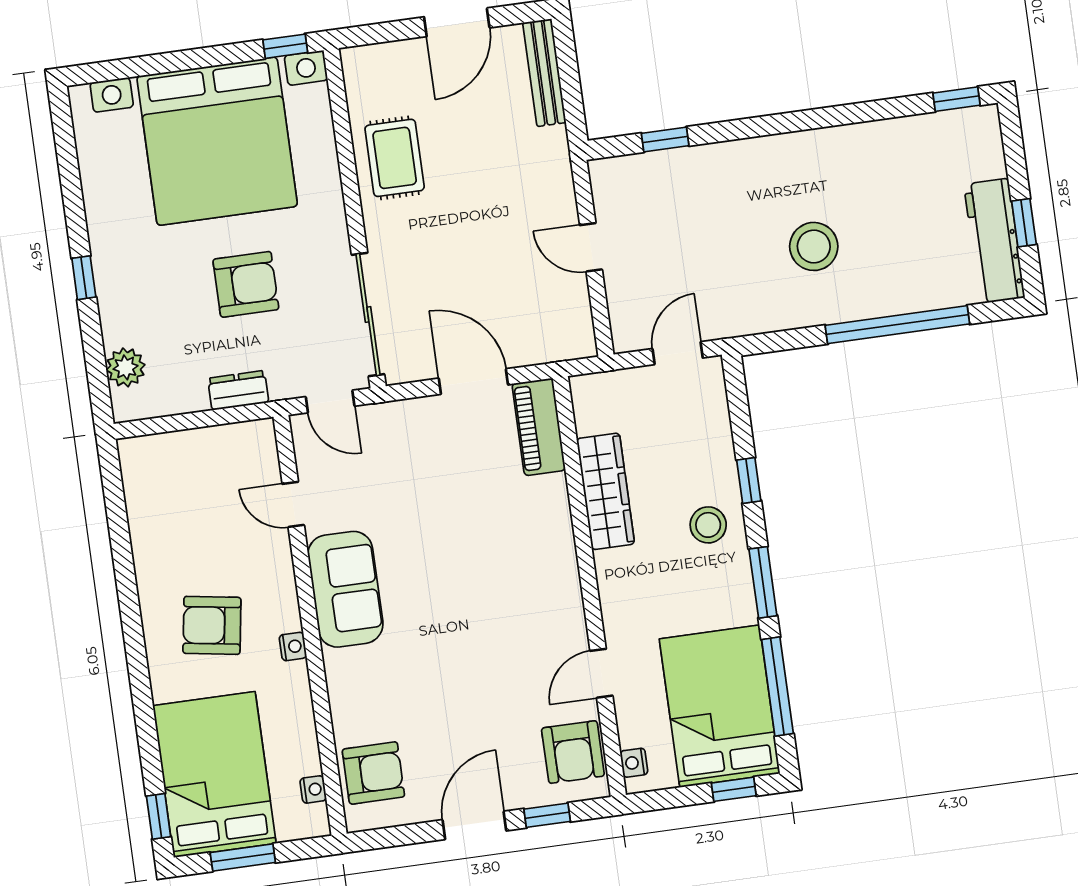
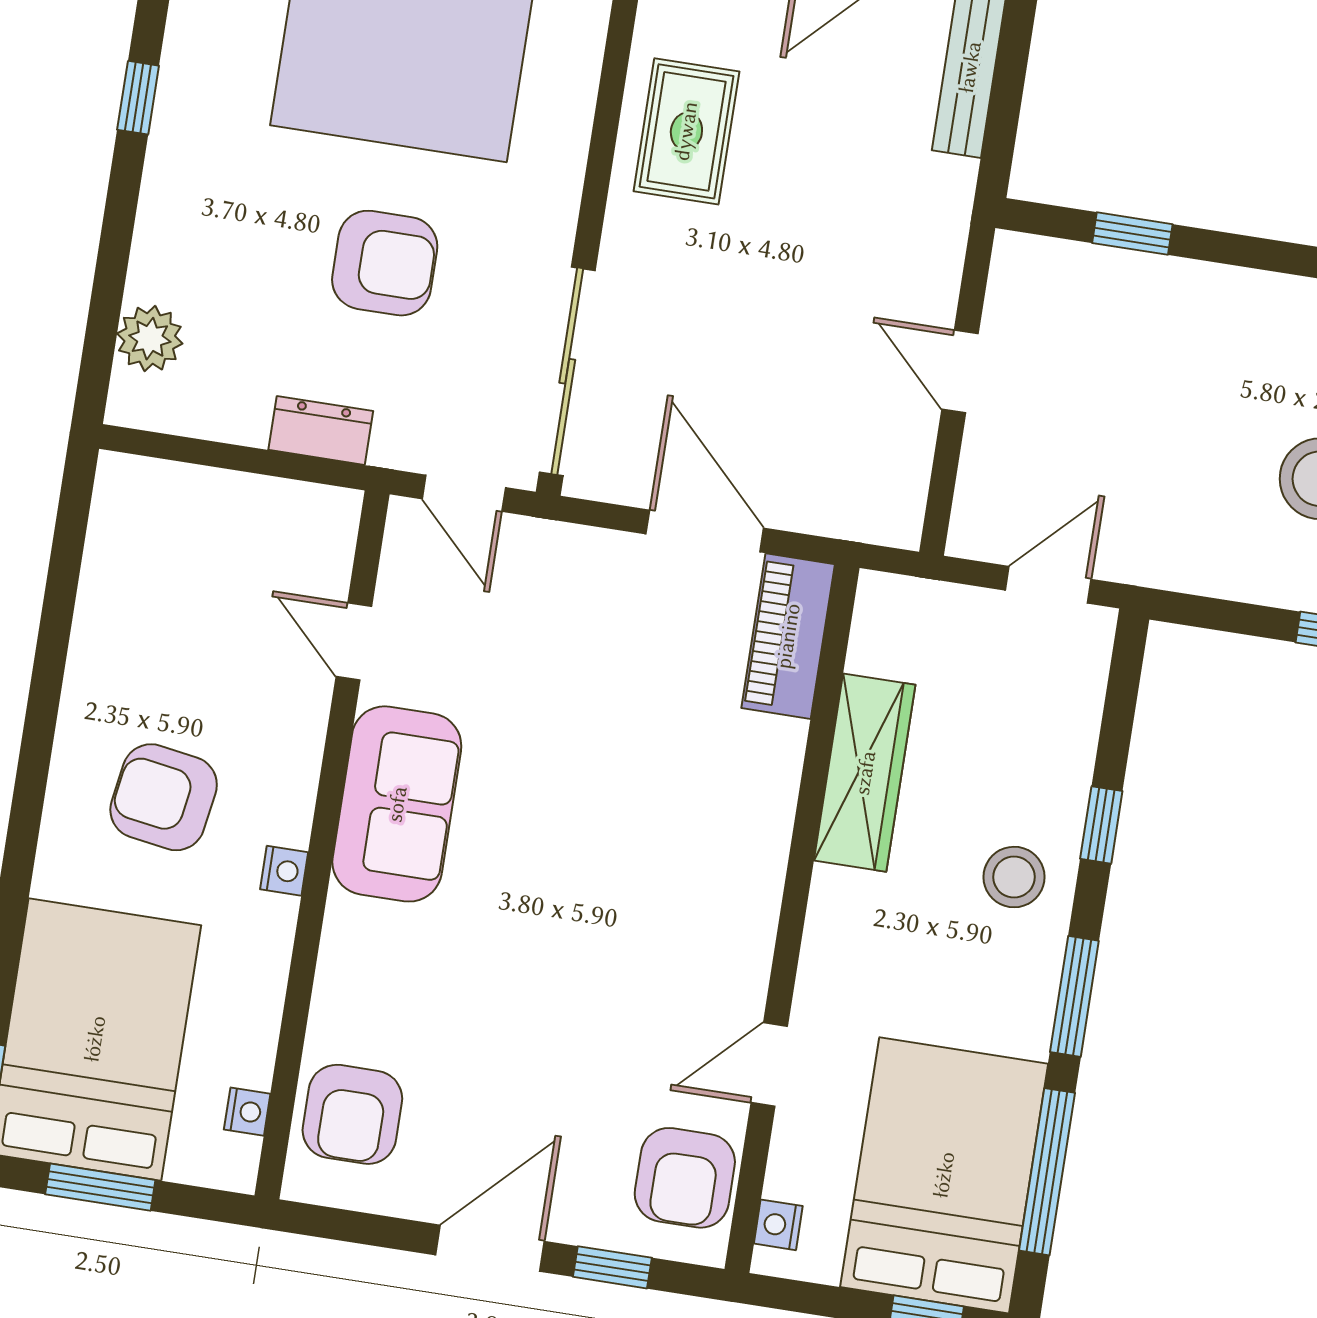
window: (84, 278) -> (138, 98), moved
armchair: (373, 773) -> (352, 1114), turned 90

